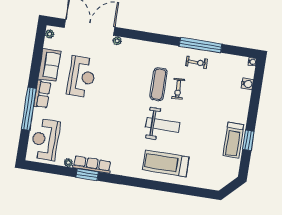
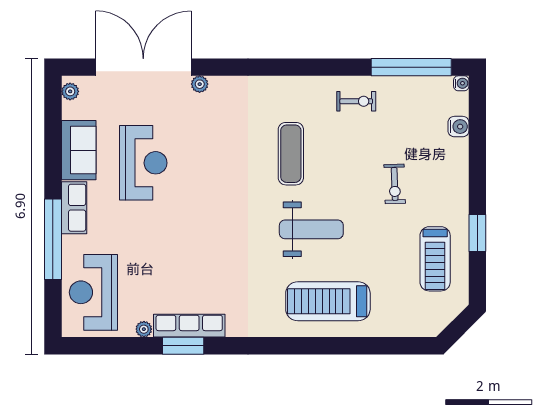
window: (201, 45) -> (411, 67), moved
exercise bike: (178, 89) -> (395, 184), moved
treadmill: (233, 140) -> (435, 259), moved

